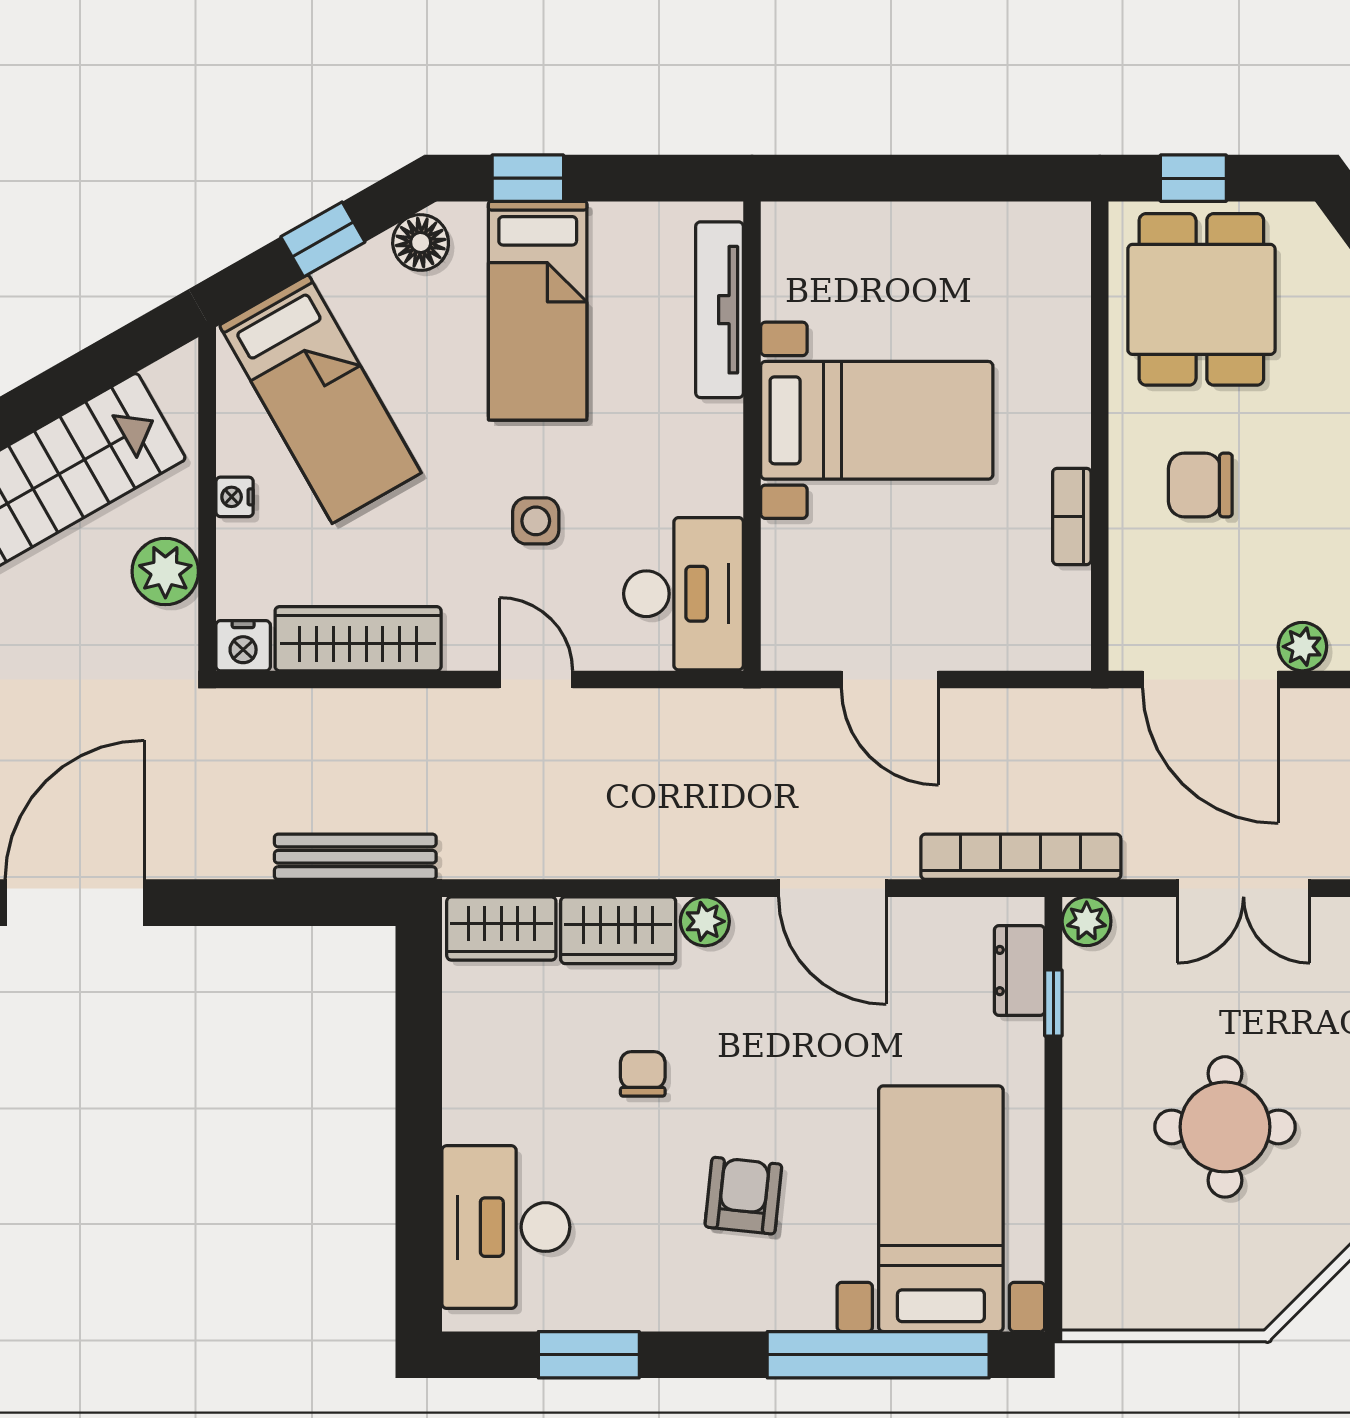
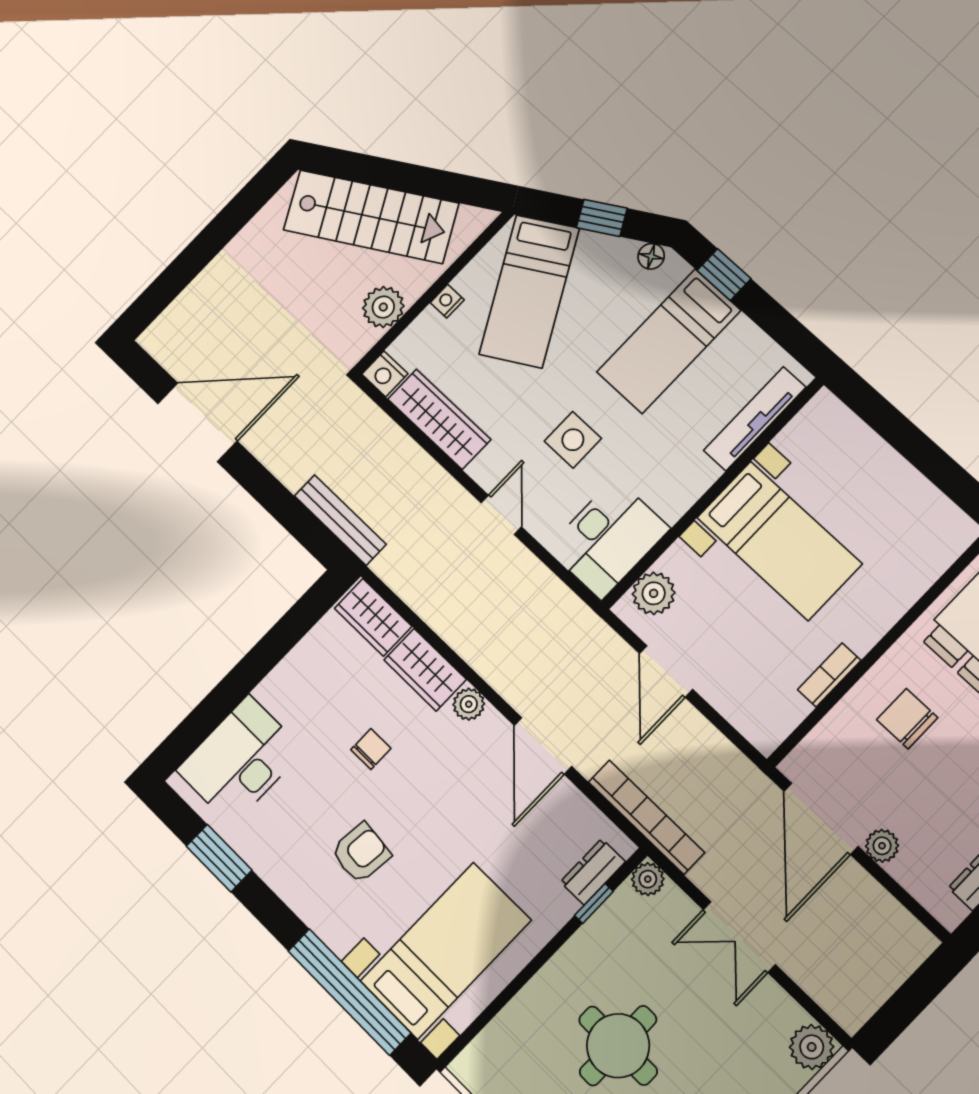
floor lamp: (421, 242) -> (651, 256), width x0.73, depth x0.73
side table: (536, 521) -> (573, 440), width x1.37, depth x1.37
plant: (793, 607) -> (654, 593), added

